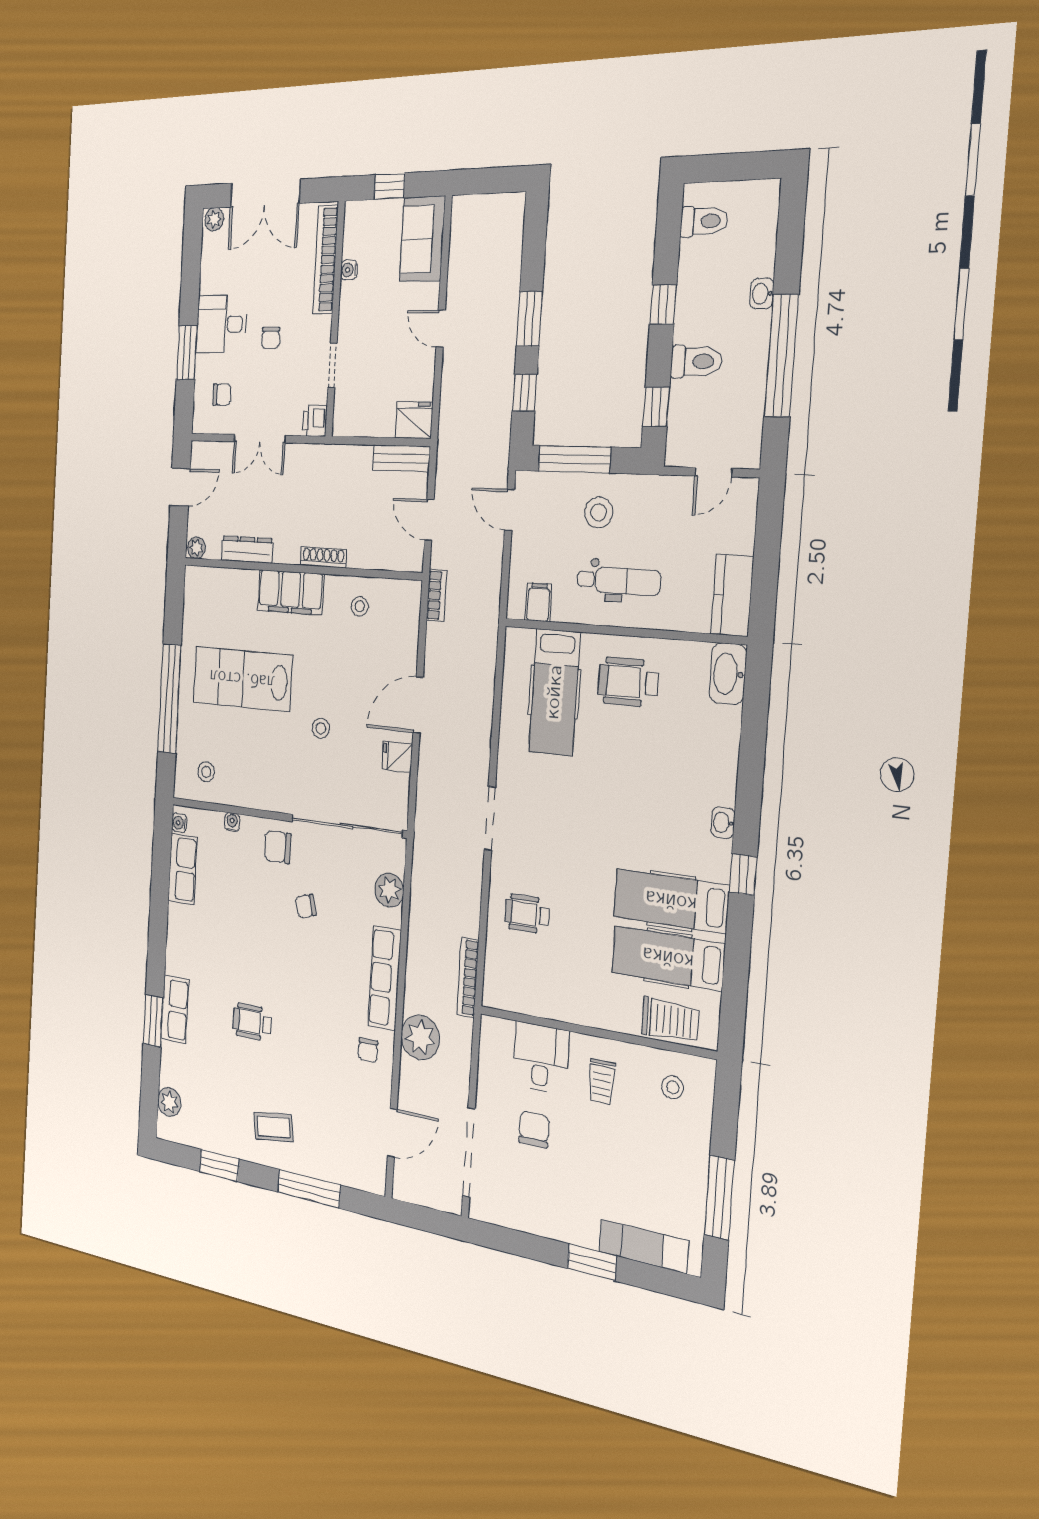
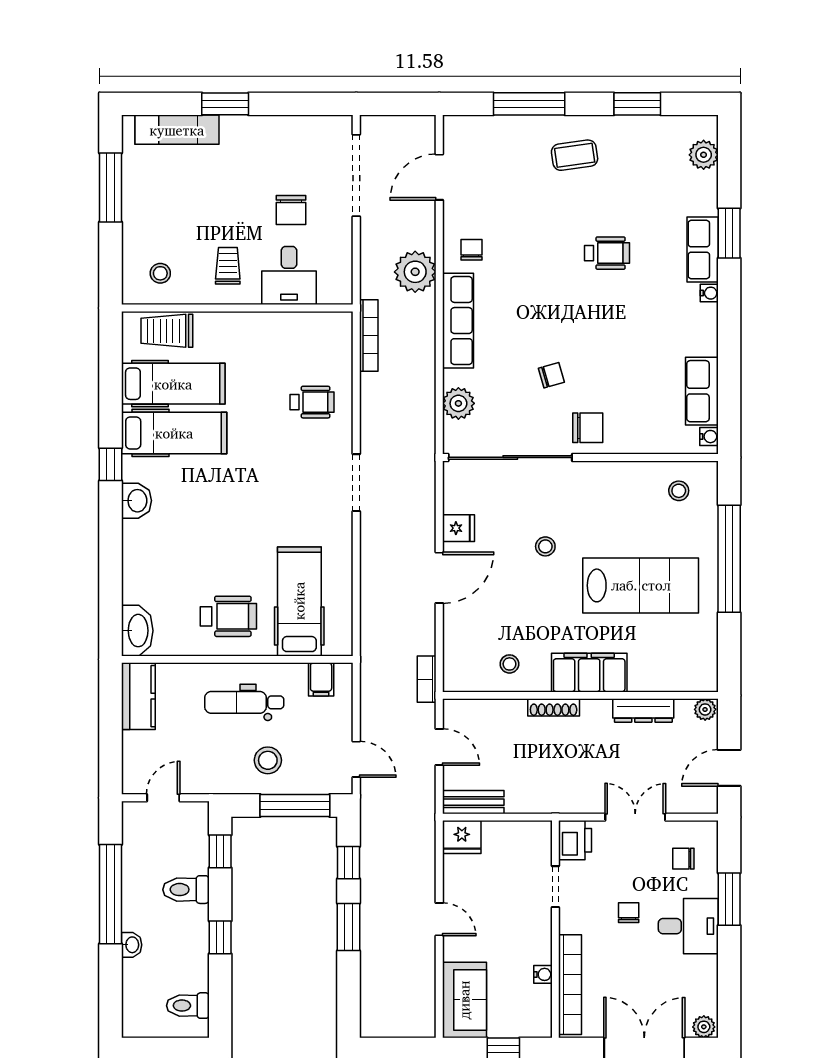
printer: (315, 421) -> (575, 840), width x1.36, depth x1.24
water cooler: (232, 822) -> (709, 293), moved, turned -90
washbasin: (723, 823) -> (137, 501), width x1.38, depth x1.45

